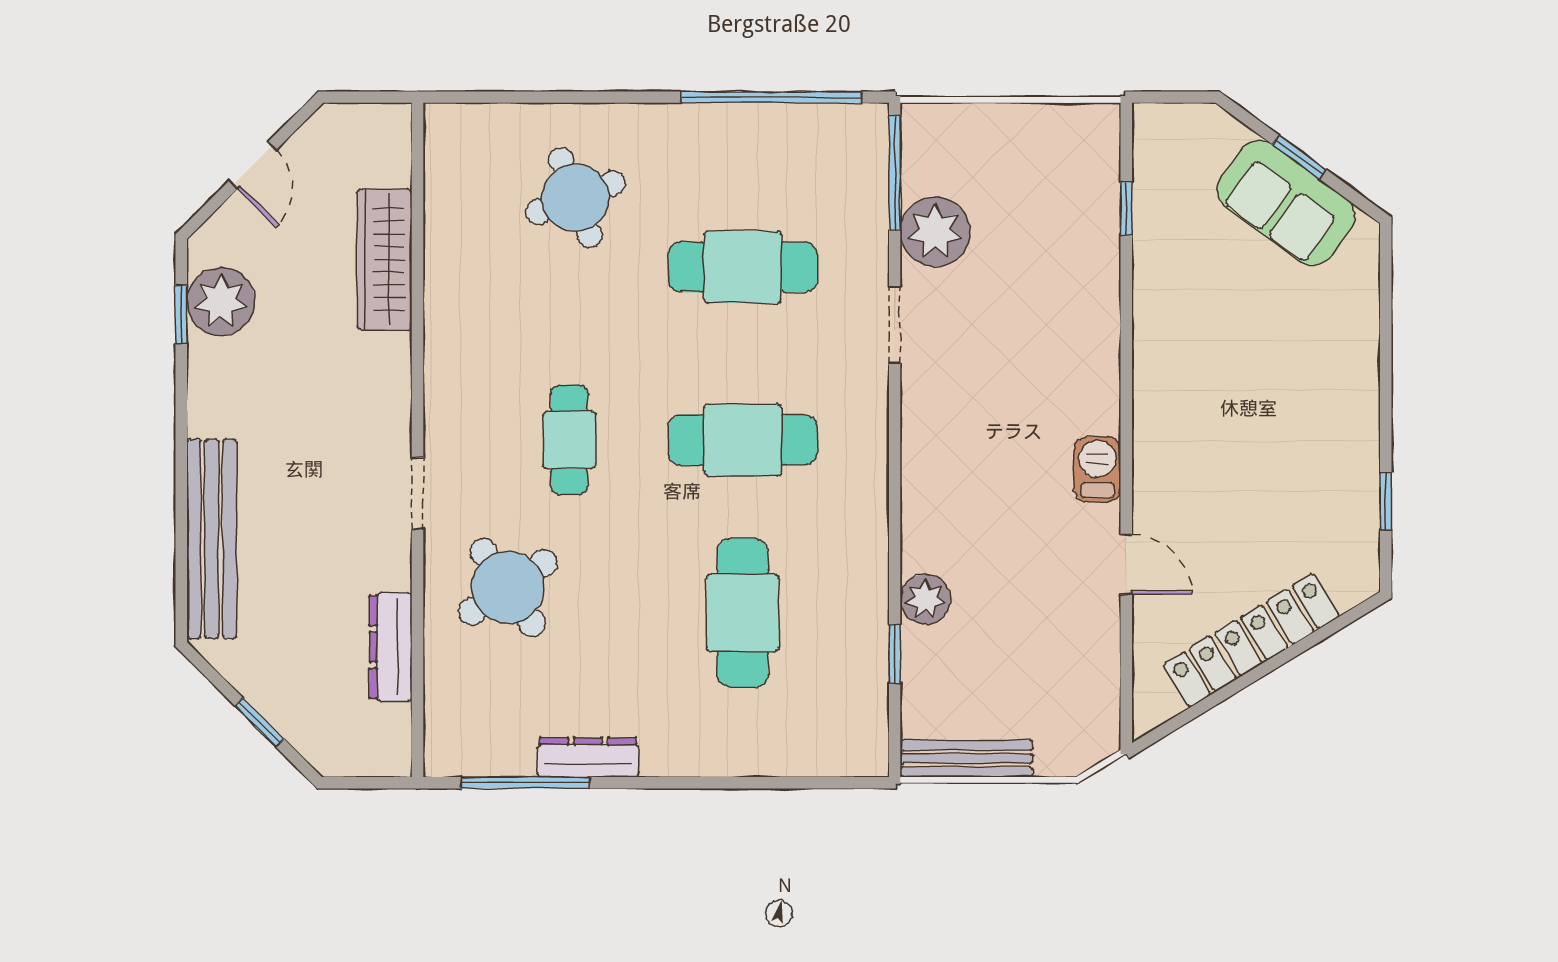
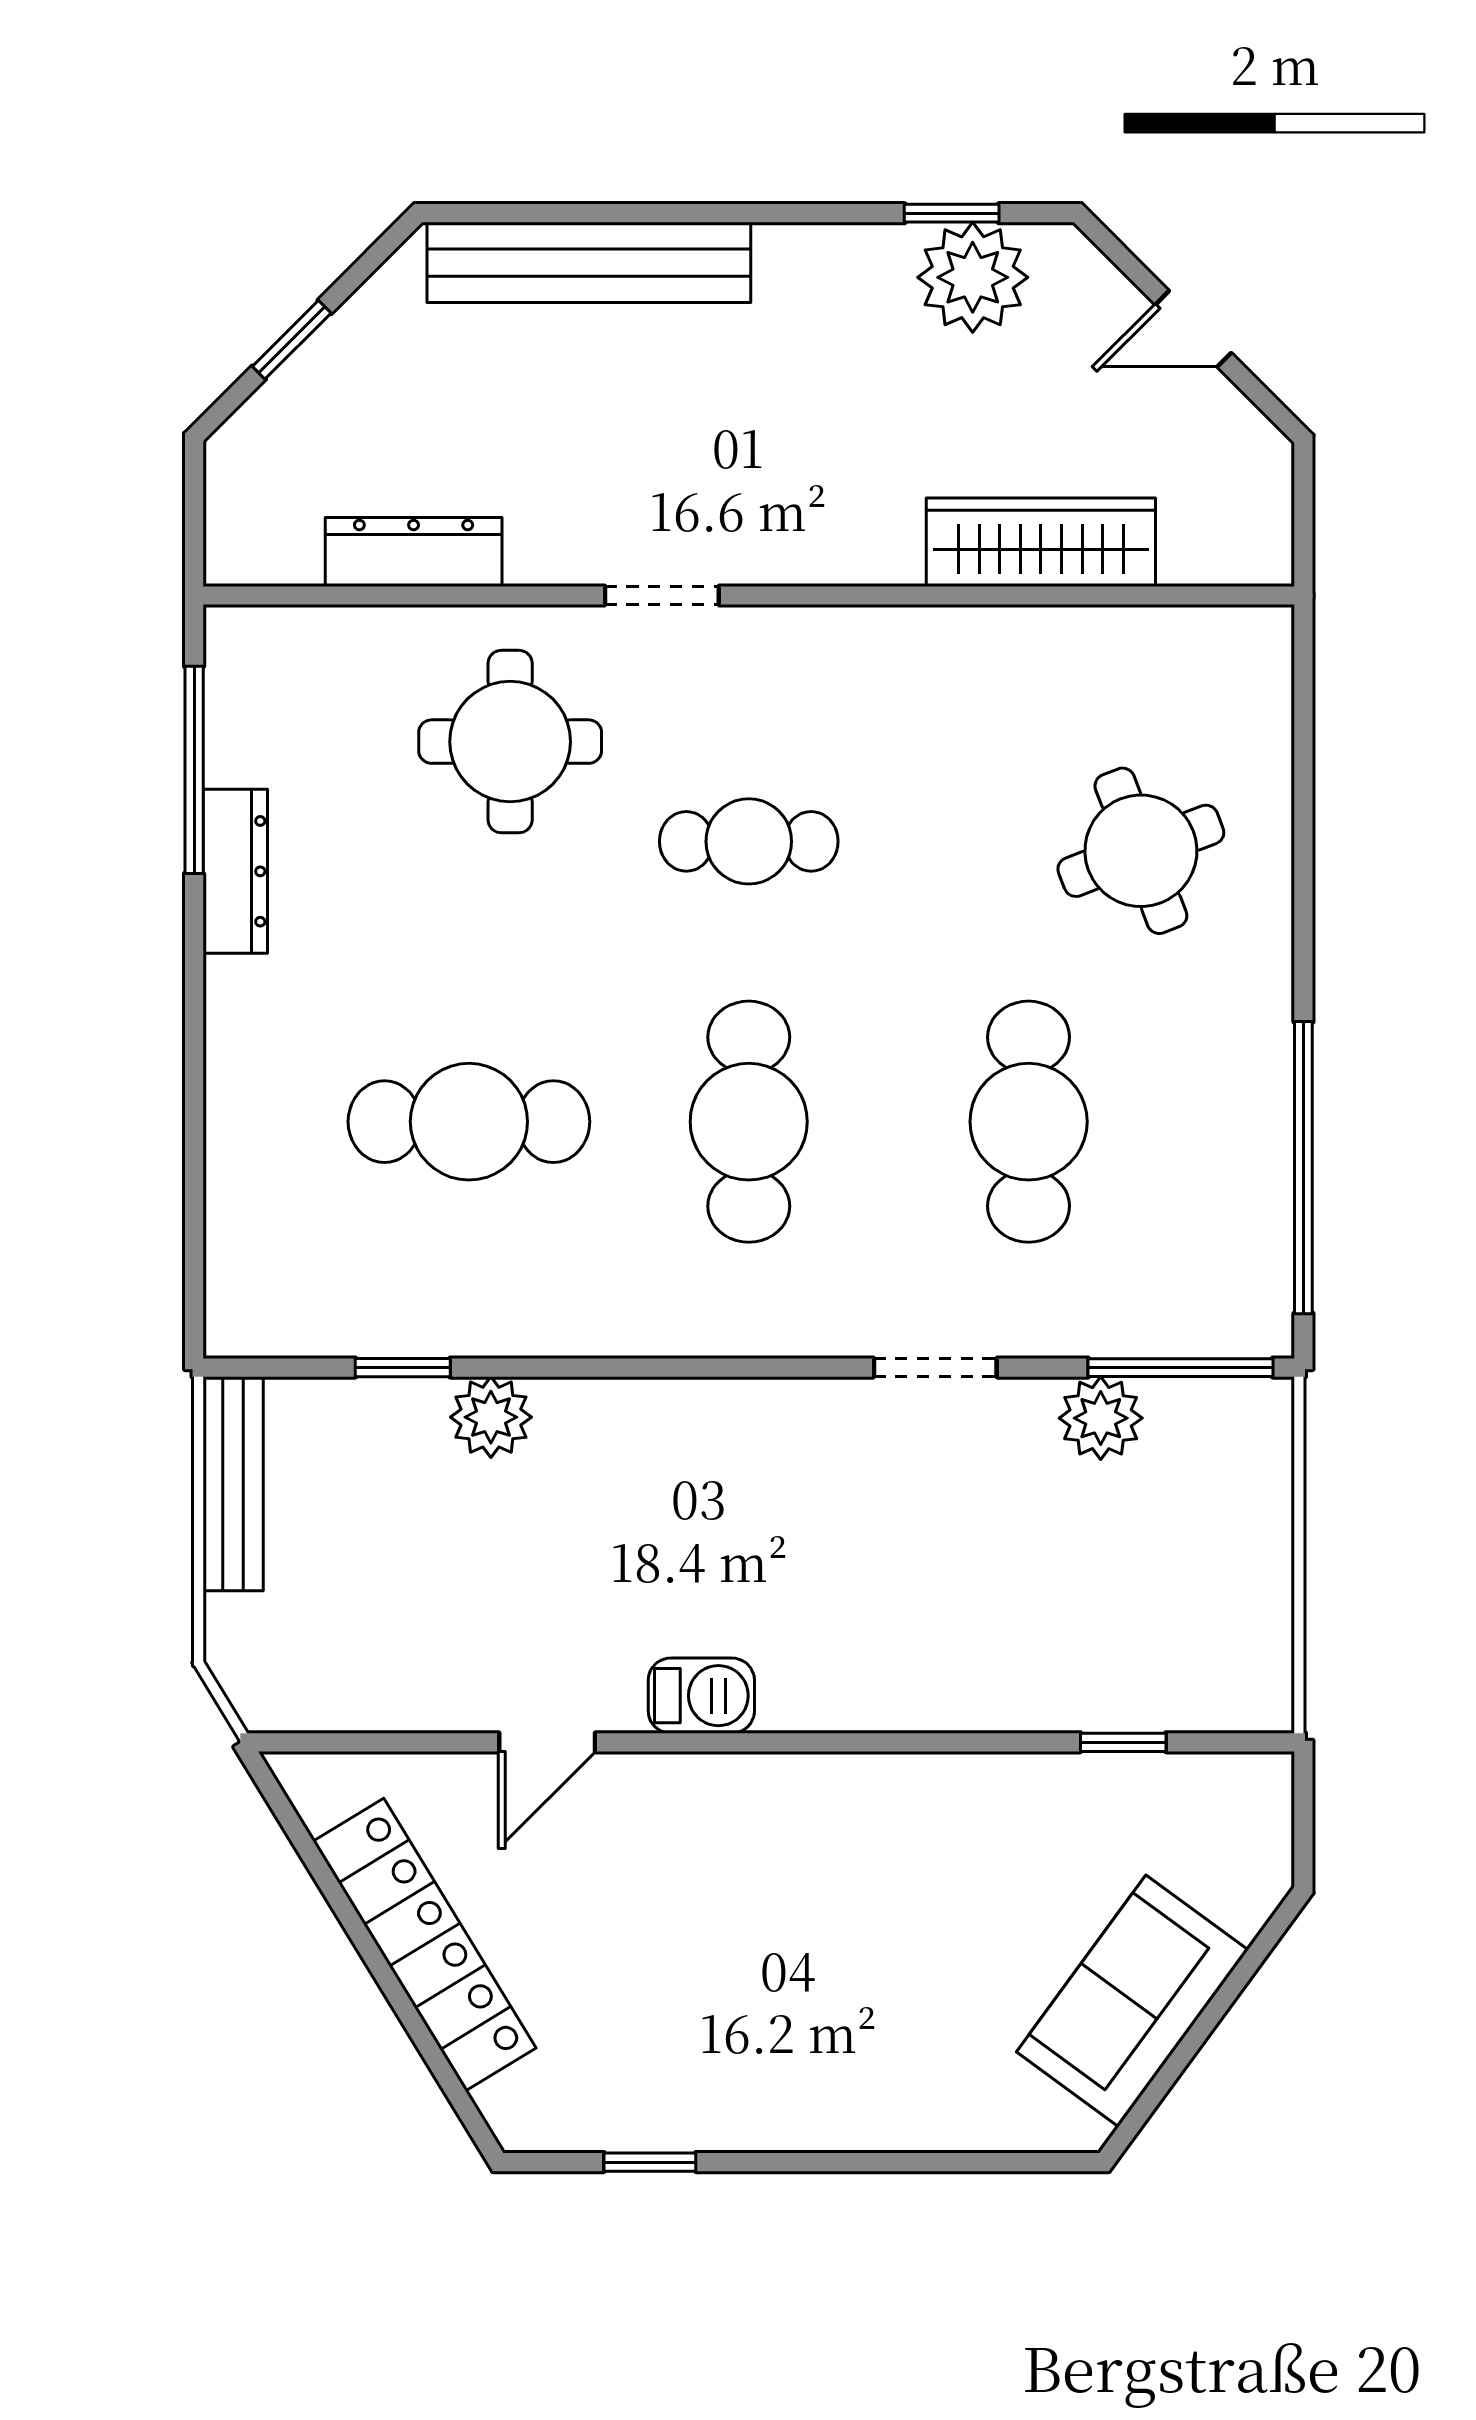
window: (1299, 157) -> (1206, 2022), removed
plant: (935, 232) -> (1101, 1418), width x0.73, depth x0.73
round table: (508, 587) -> (510, 742), turned 34

